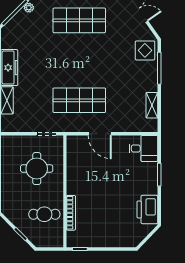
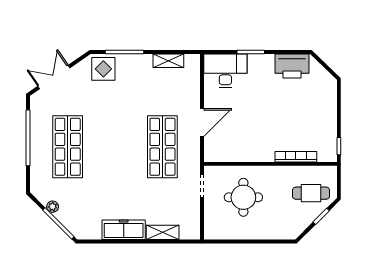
desk: (143, 148) -> (225, 71), width x1.37
cafe table: (44, 214) -> (311, 193), moved, turned 90

